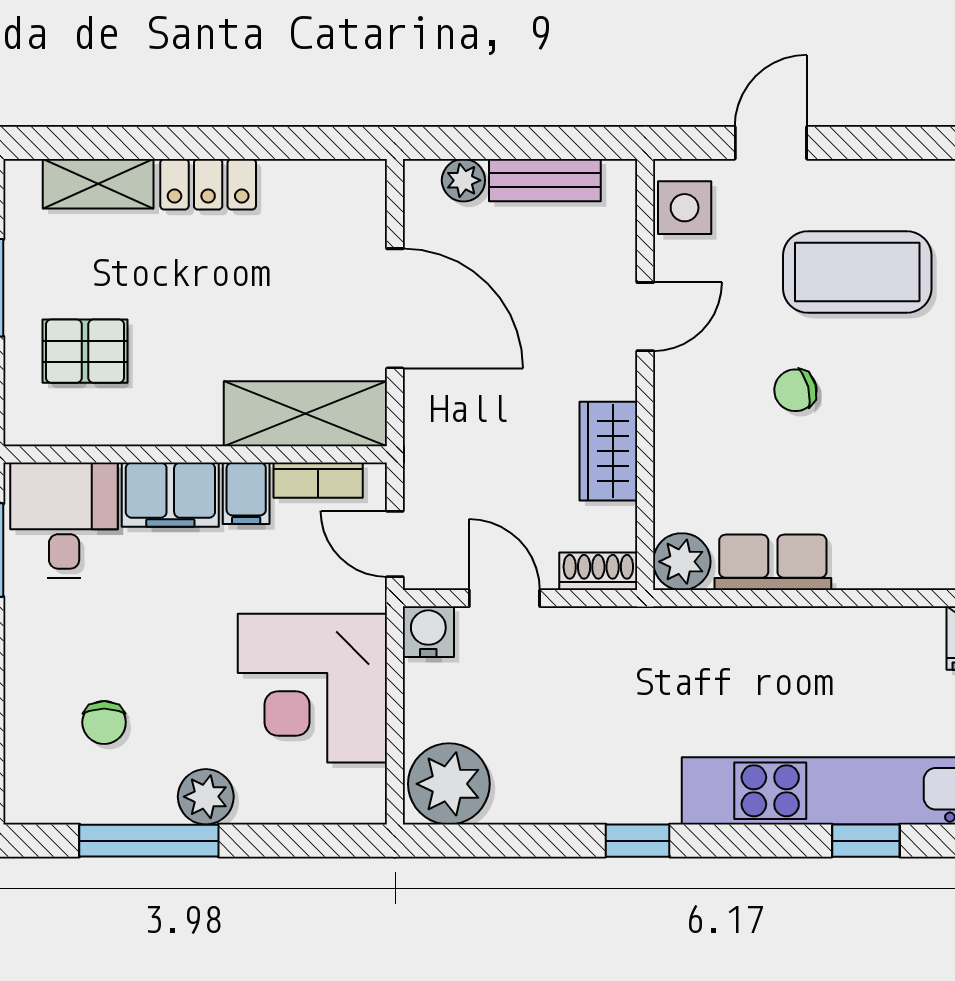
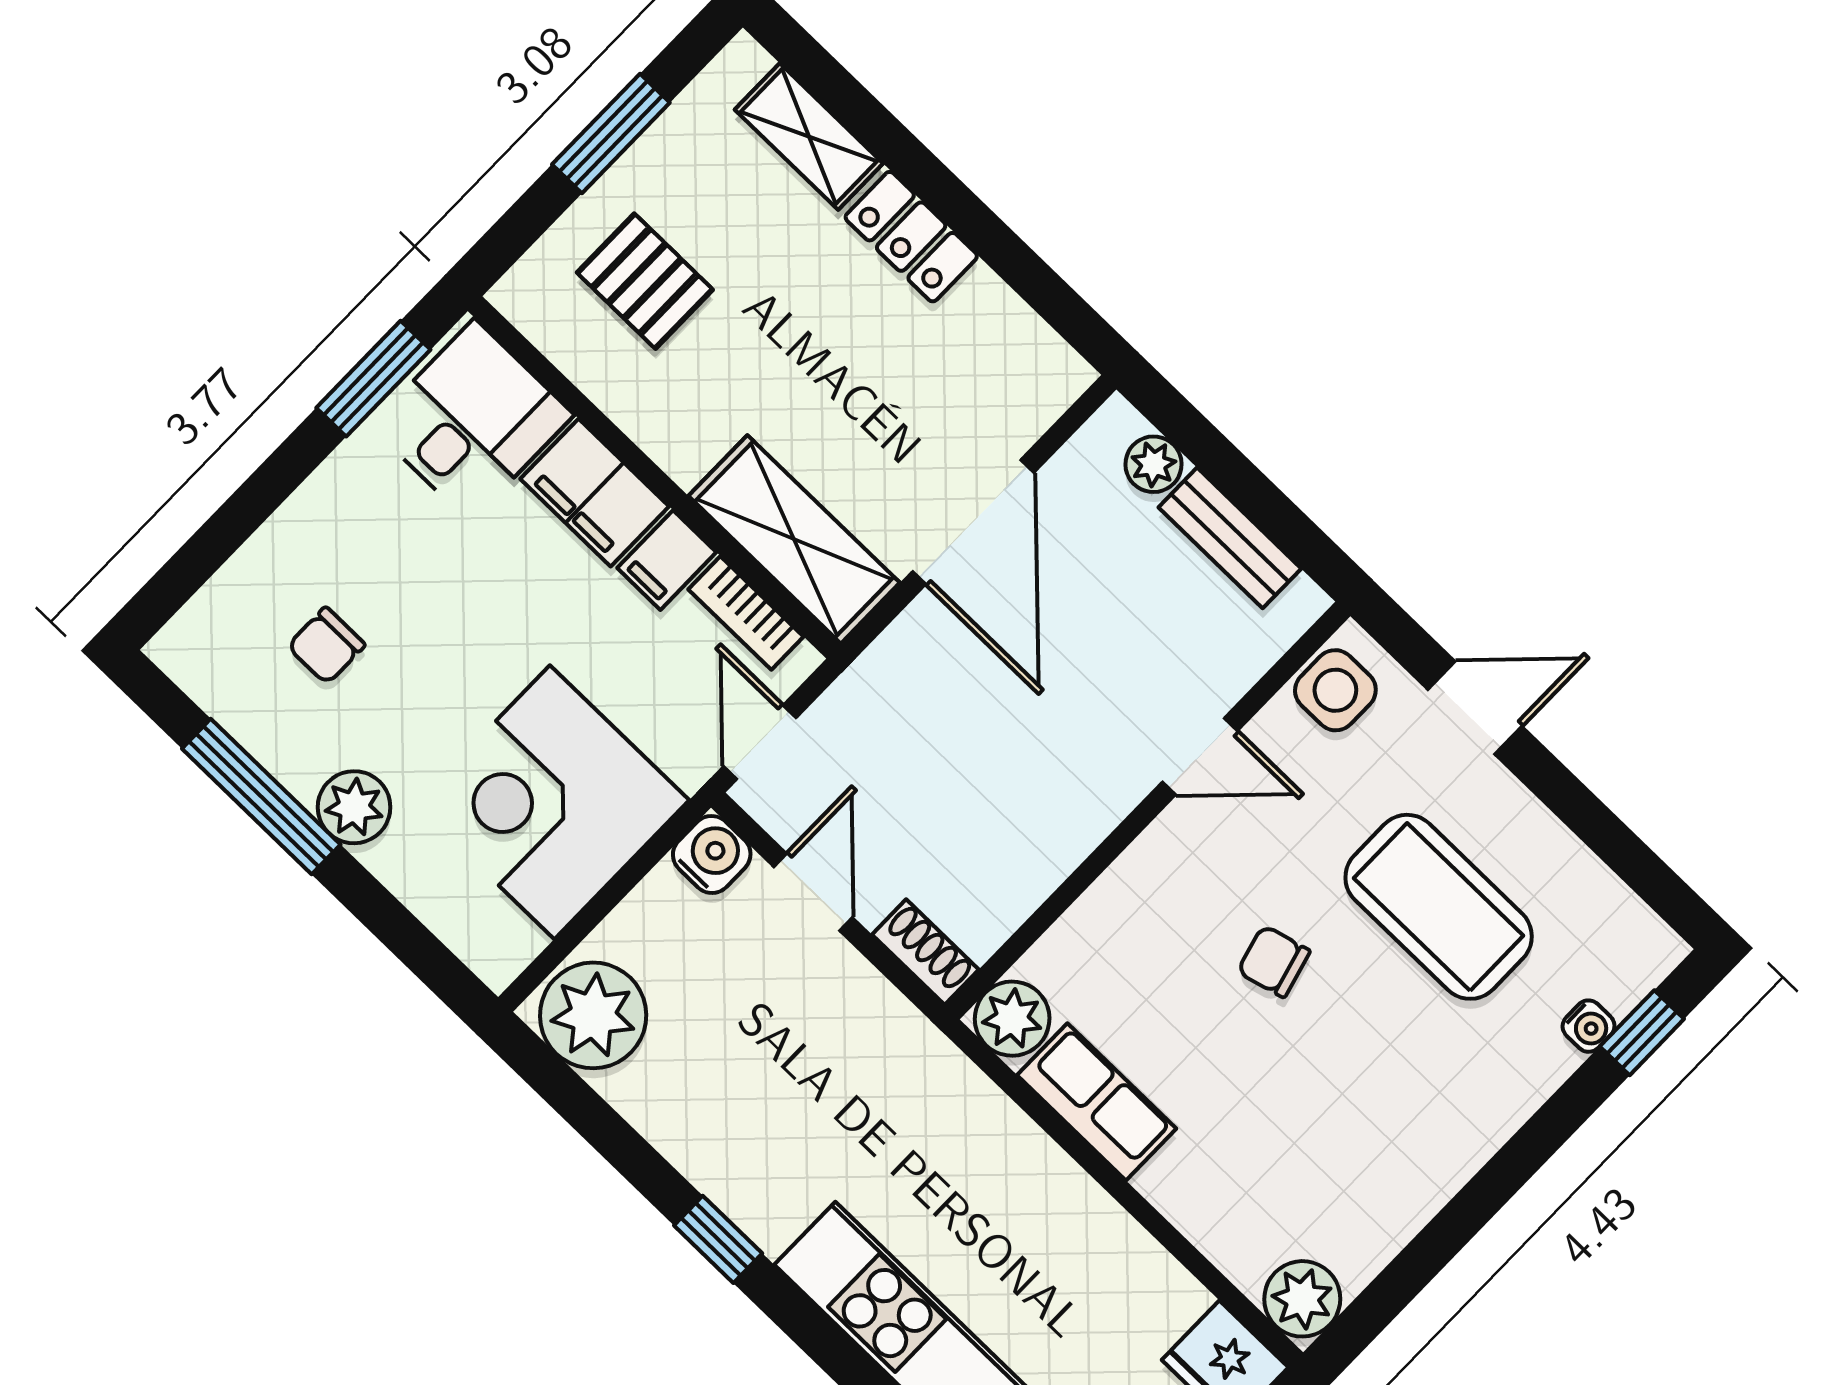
wardrobe: (608, 451) -> (1044, 849), removed

